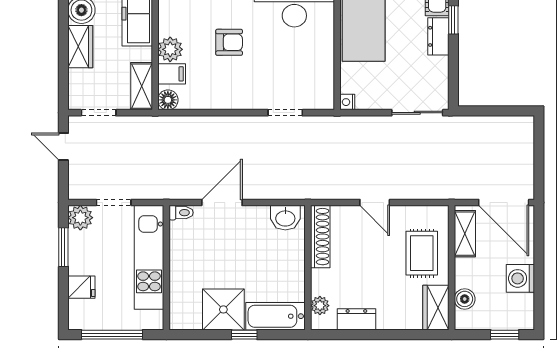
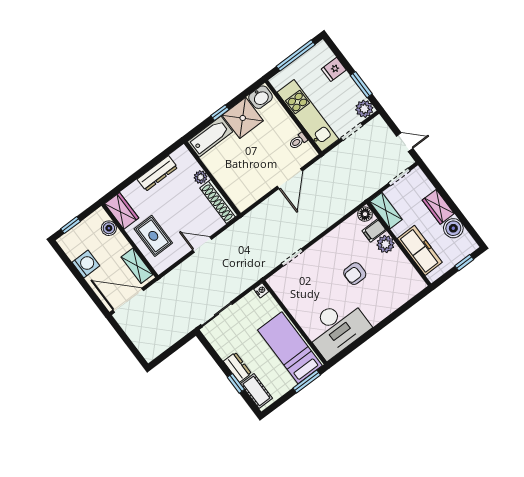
toilet: (181, 213) -> (298, 141), moved
washbasin: (285, 218) -> (261, 97), moved, turned 180
plant: (320, 306) -> (201, 177), moved
dresser: (356, 319) -> (157, 173), width x1.44

